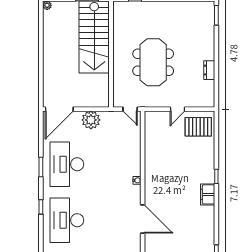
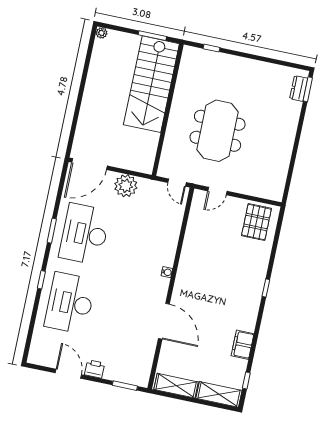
dresser: (209, 70) -> (299, 88), moved
door: (178, 109) -> (217, 191), moved
pallet: (198, 127) -> (256, 222), turned 90
filing cabinet: (208, 194) -> (243, 345), moved

